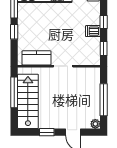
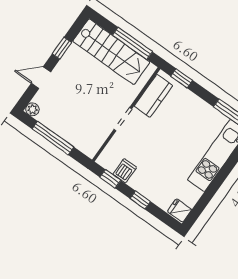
dishwasher: (93, 31) -> (125, 171), moved
window: (14, 32) -> (182, 78), moved

